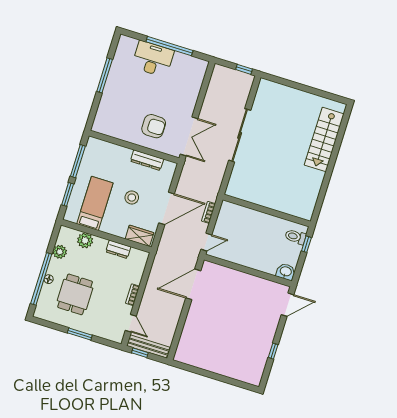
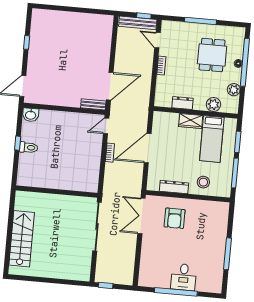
desk: (153, 59) -> (184, 277), width x0.73
armchair: (154, 126) -> (175, 218), turned -90
stool: (132, 198) -> (203, 182), moved
wall: (267, 211) -> (57, 192), moved
wardrobe: (139, 236) -> (191, 121), moved
bench: (215, 269) -> (93, 104), added
window: (80, 334) -> (200, 21), width x1.44

